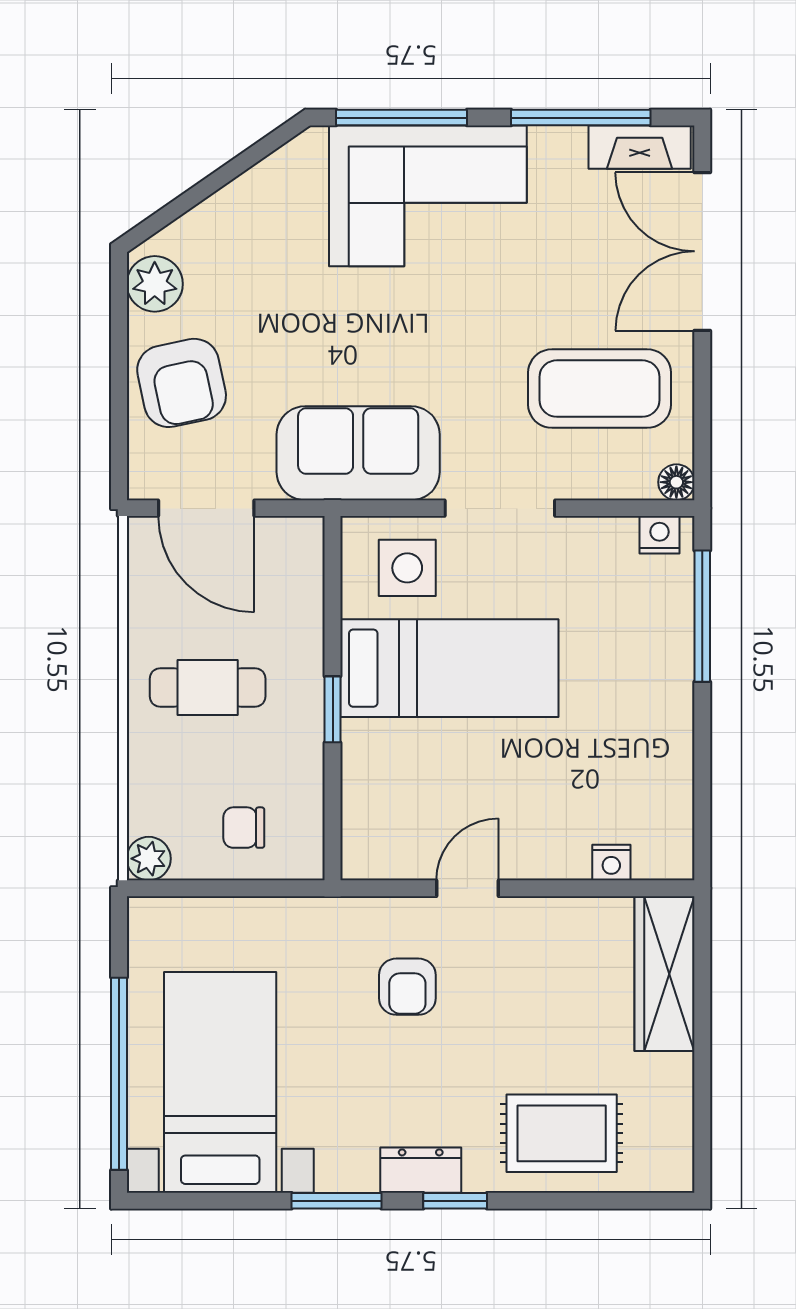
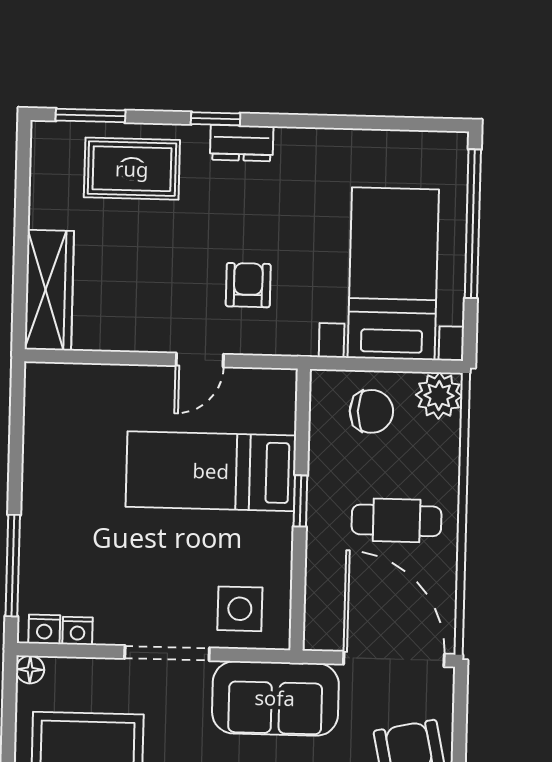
door: (206, 508) -> (394, 659), width x1.36
bed: (449, 668) -> (211, 471), moved
chair: (244, 828) -> (371, 411), width x1.37, depth x1.37
plant: (149, 859) -> (439, 396), width x1.38, depth x1.38
nightstand: (611, 863) -> (78, 631), moved, turned 180
bed with nightstands: (220, 1082) -> (393, 274), moved, turned 180
window: (337, 1201) -> (90, 115), moved

